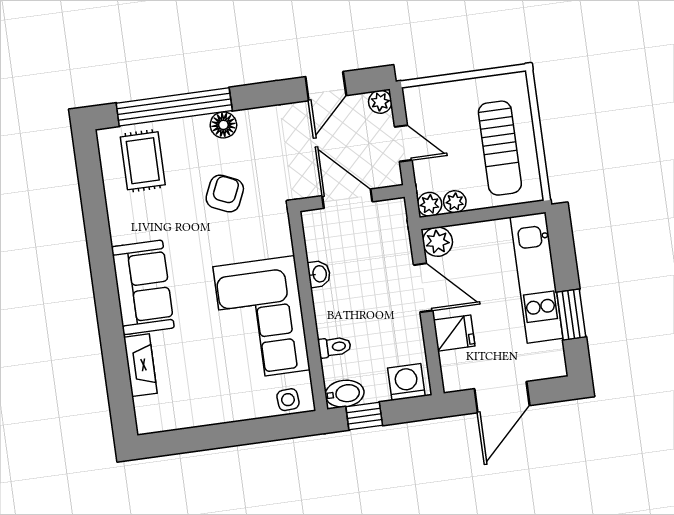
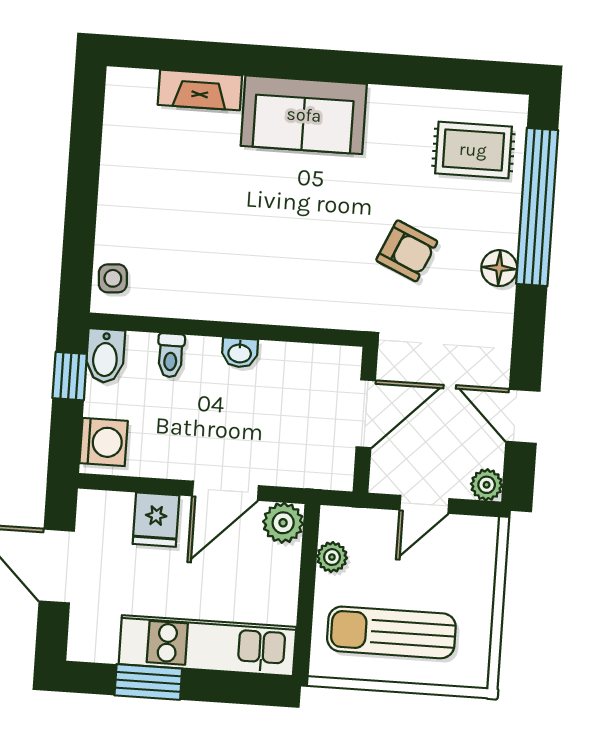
plant: (430, 204) -> (336, 523), removed
washbasin: (319, 274) -> (240, 353), moved
corner sofa: (261, 318) -> (229, 265), removed

